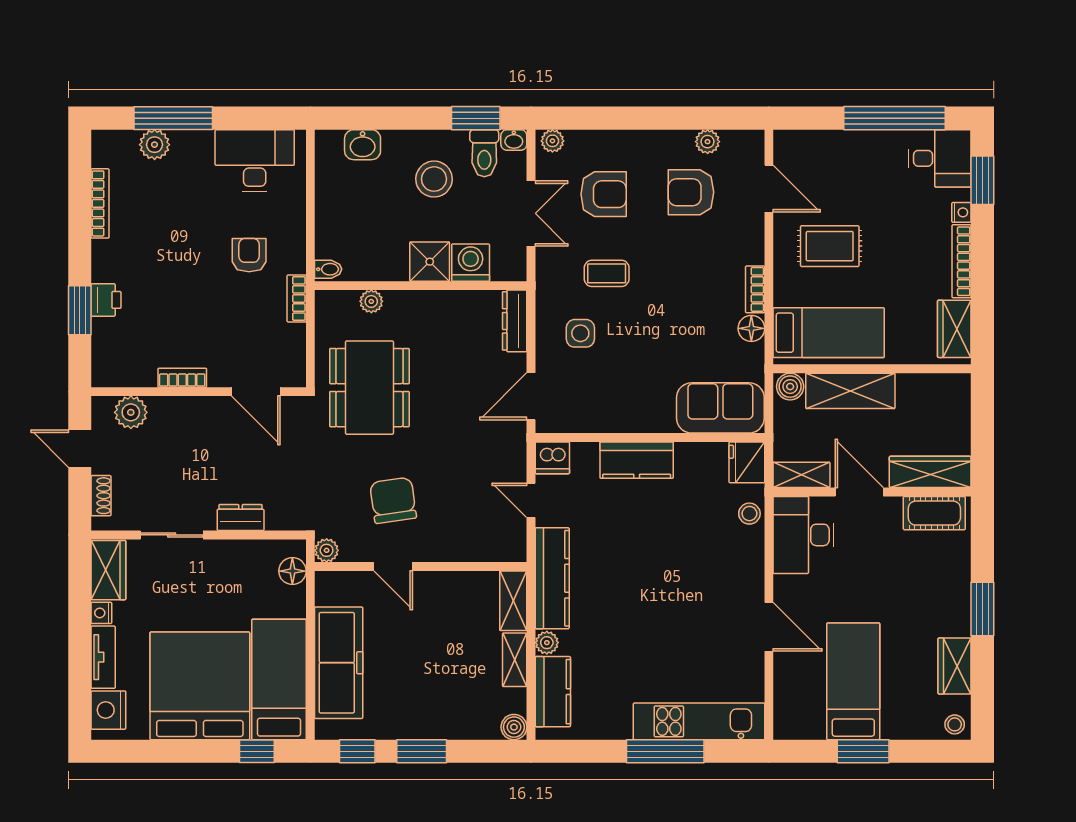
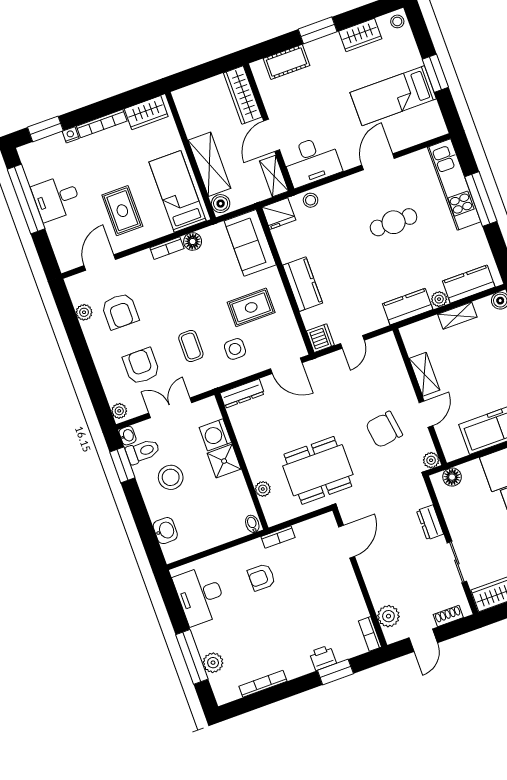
desk: (940, 158) -> (56, 198), moved, turned -90
rug: (630, 377) -> (251, 307), added
bookcase: (182, 378) -> (370, 634), moved
cot: (934, 513) -> (286, 62), moved, turned 90
kitchen counter: (552, 578) -> (408, 307), width x0.67
shelving: (513, 601) -> (424, 374), moved, turned 90
cafe table: (677, 618) -> (394, 222), added

